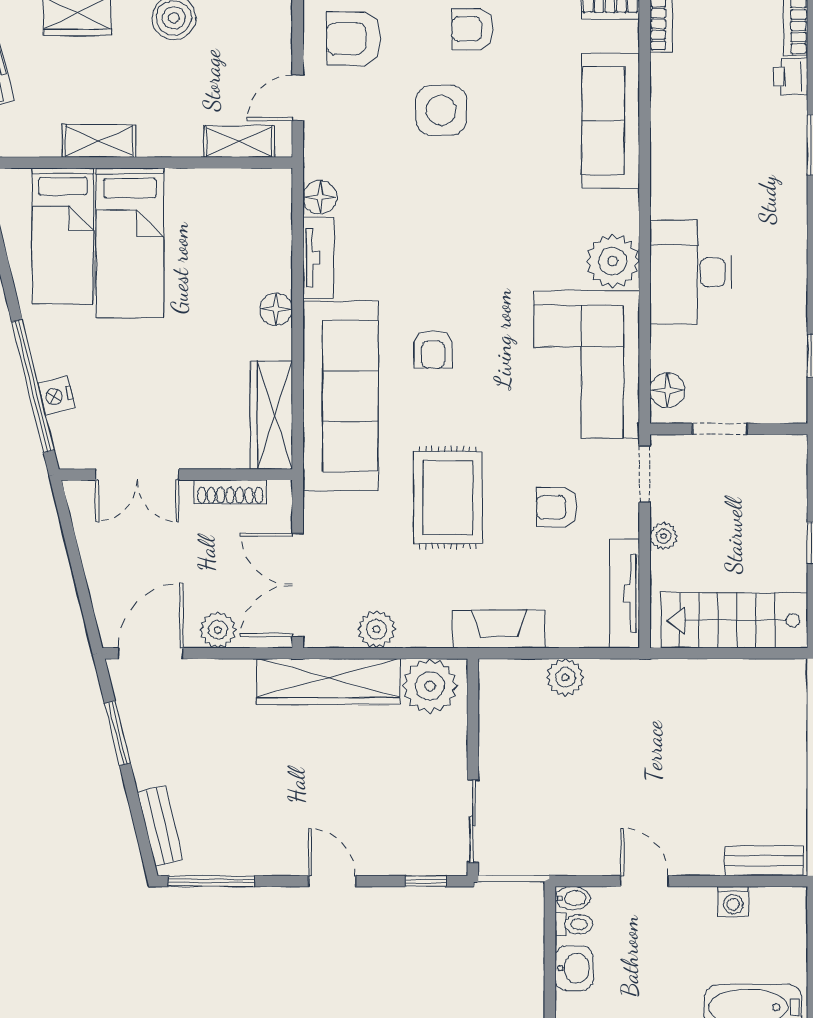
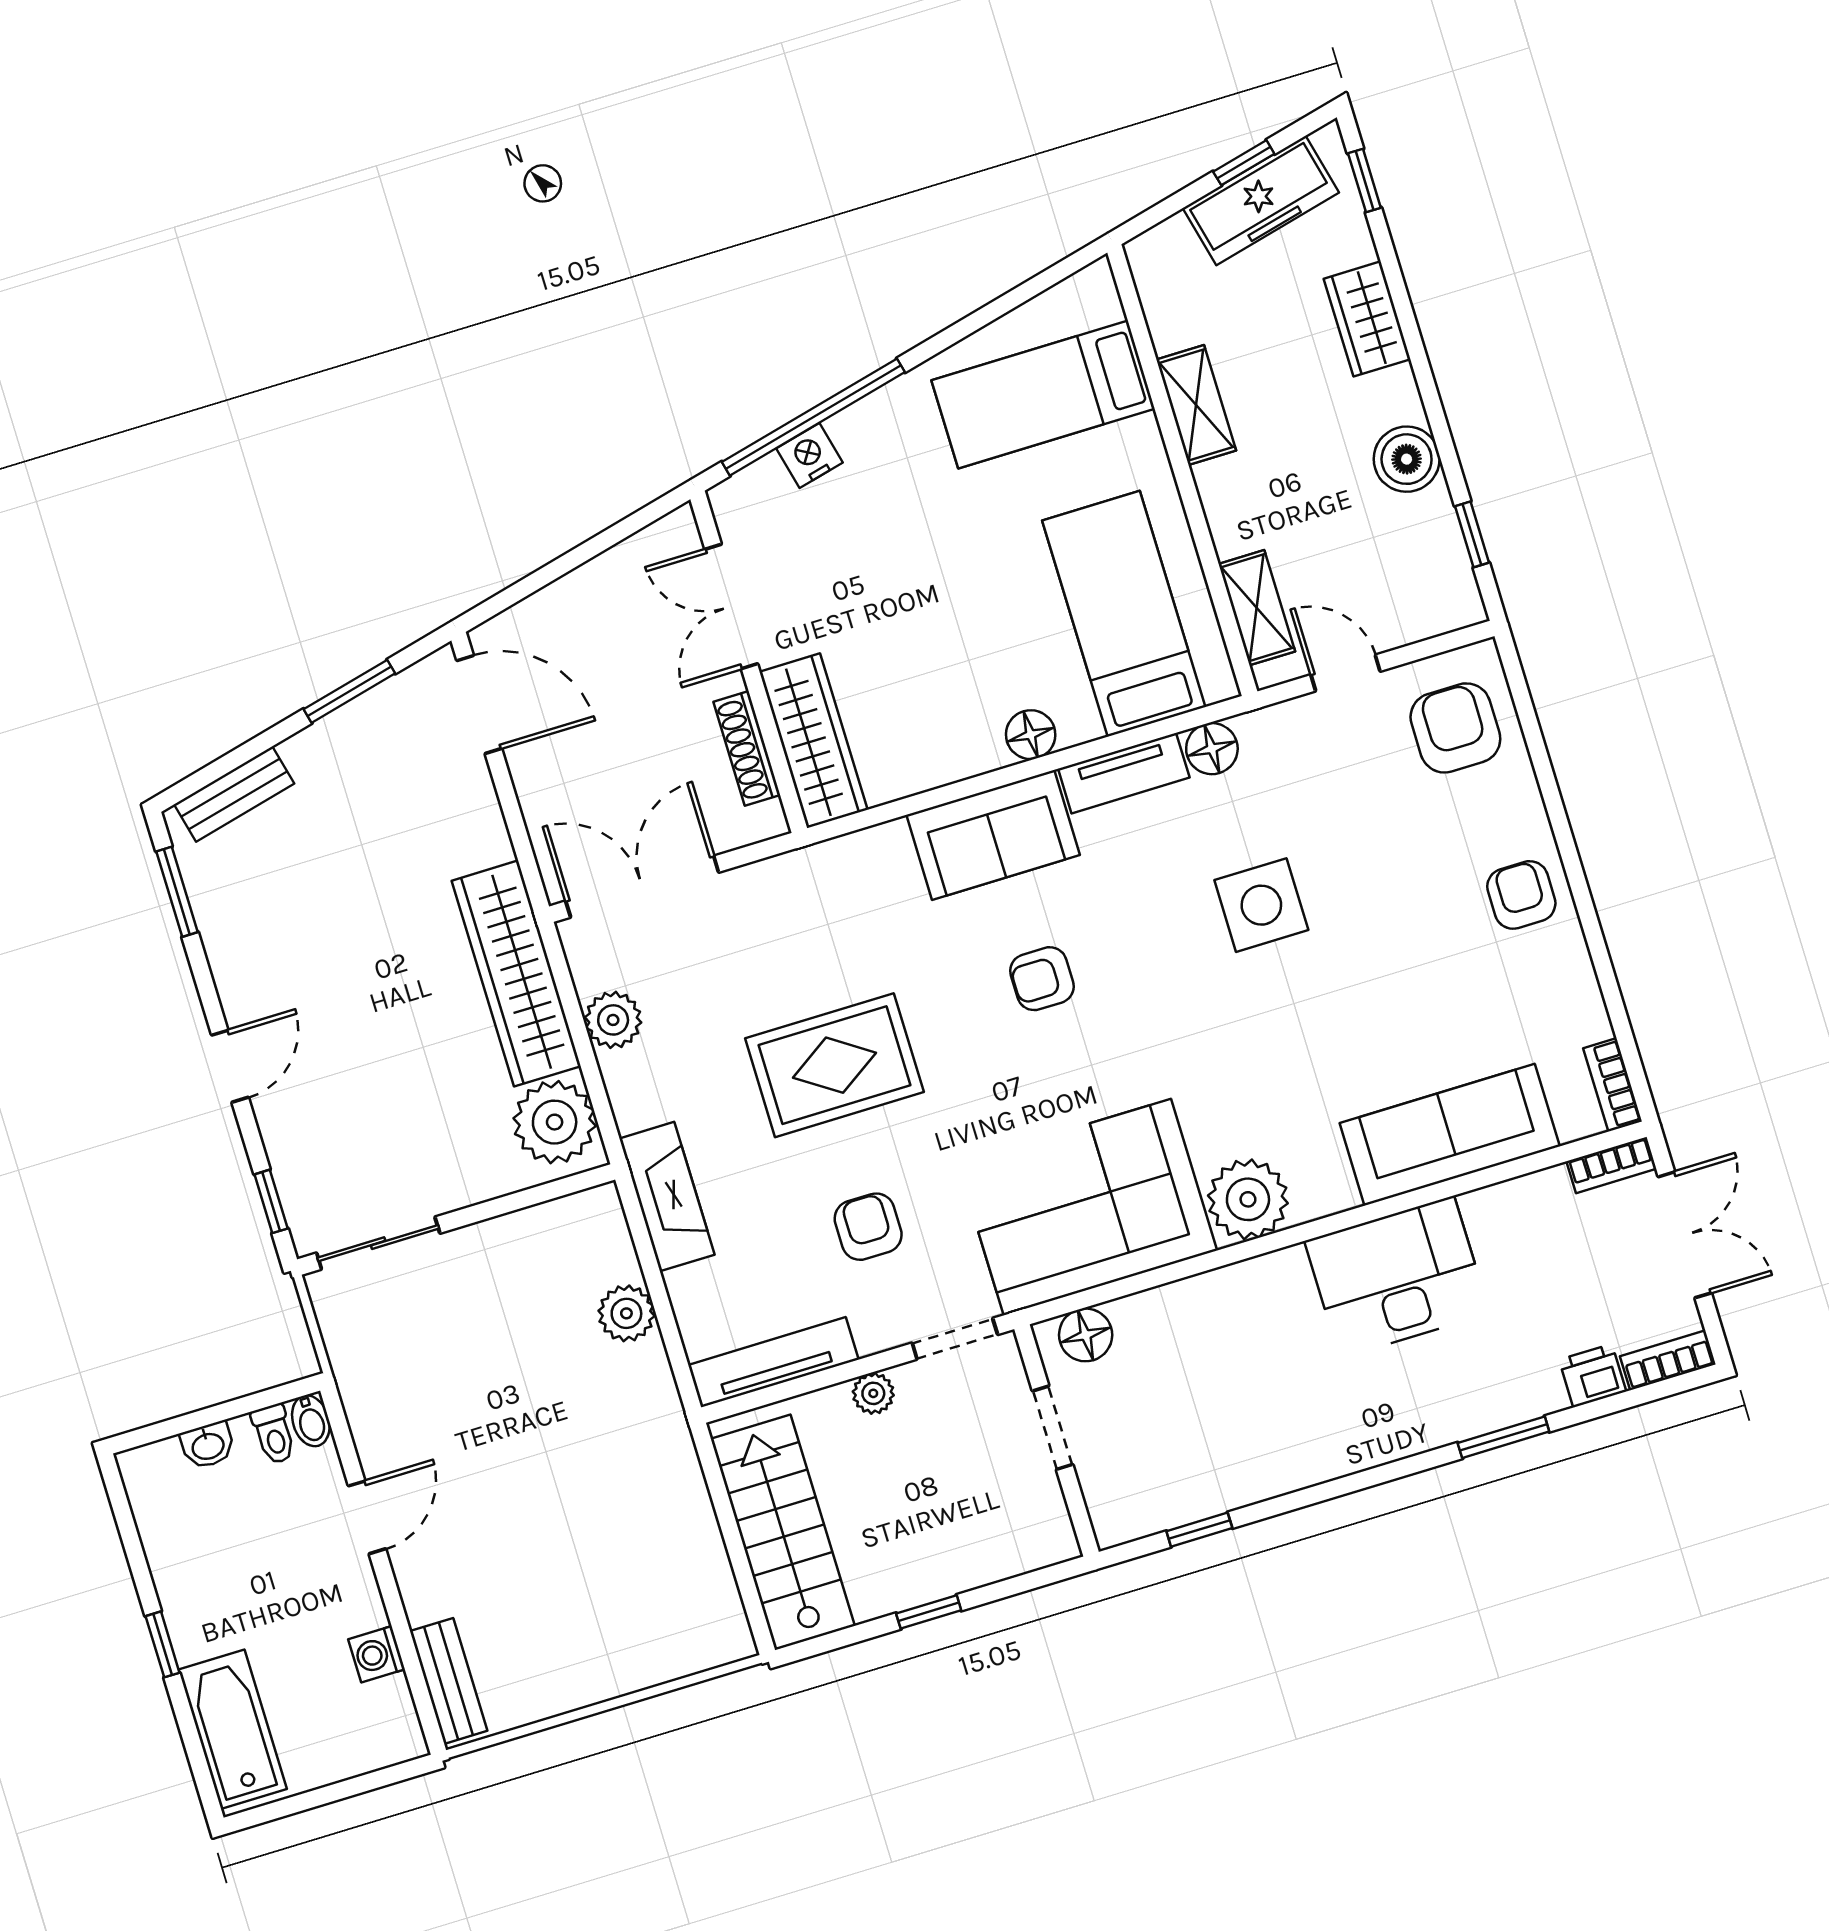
side table: (441, 110) -> (1261, 905), moved
bed: (130, 243) -> (1124, 614), moved, turned 90
desk: (691, 272) -> (1397, 1277), moved
sofa: (340, 396) -> (993, 835), width x0.54, depth x0.79
wardrobe: (271, 415) -> (813, 741), moved, turned 90
plant: (218, 630) -> (543, 791), removed
window: (211, 881) -> (177, 892), width x0.69
washbasin: (574, 968) -> (208, 1445), width x0.72, depth x0.69

